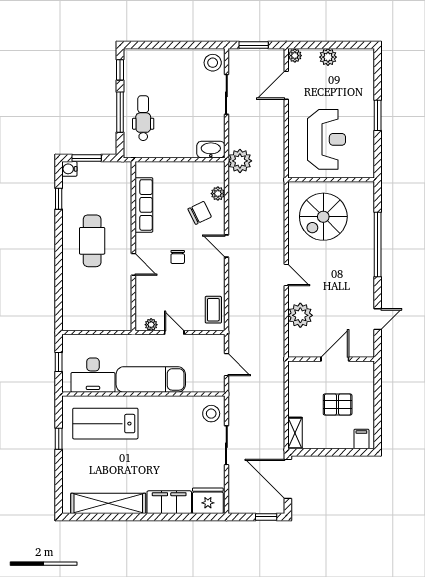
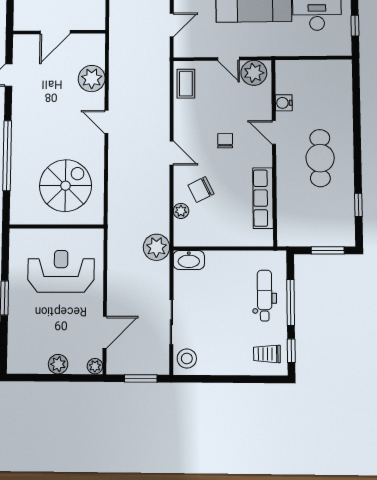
trolley: (142, 67) -> (267, 354), added
dental chair: (143, 118) -> (265, 296), turned 180
reception desk: (326, 139) -> (61, 271), turned 90
water cooler: (69, 169) -> (284, 103), moved, turned 180
plant: (151, 325) -> (254, 73), width x1.88, depth x1.88
door: (226, 365) -> (172, 25), swing flipped

